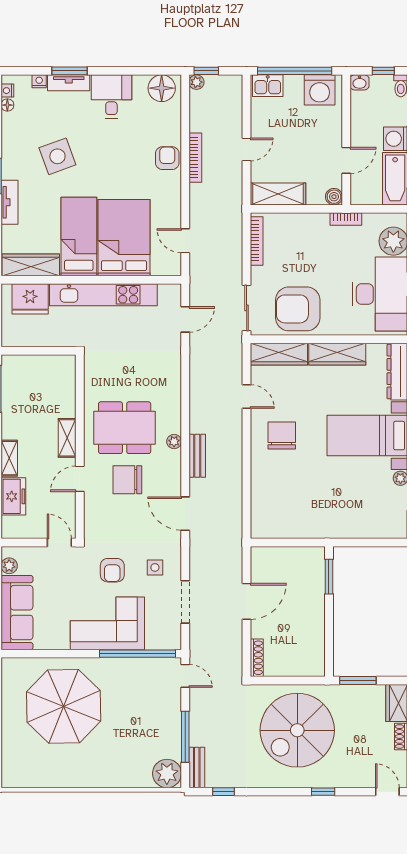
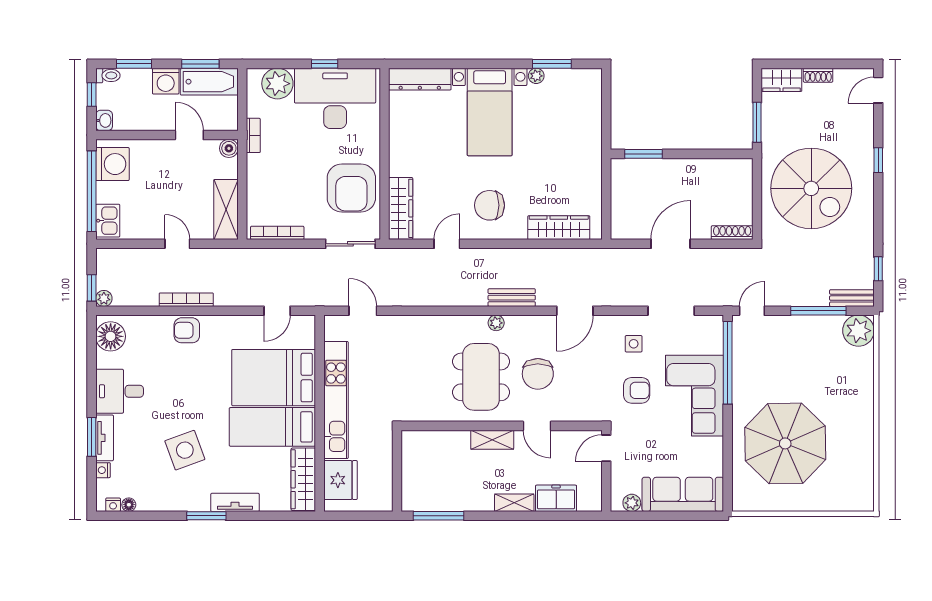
wardrobe: (337, 354) -> (559, 228), moved, turned -90
door: (247, 601) -> (671, 244), hinge flipped

